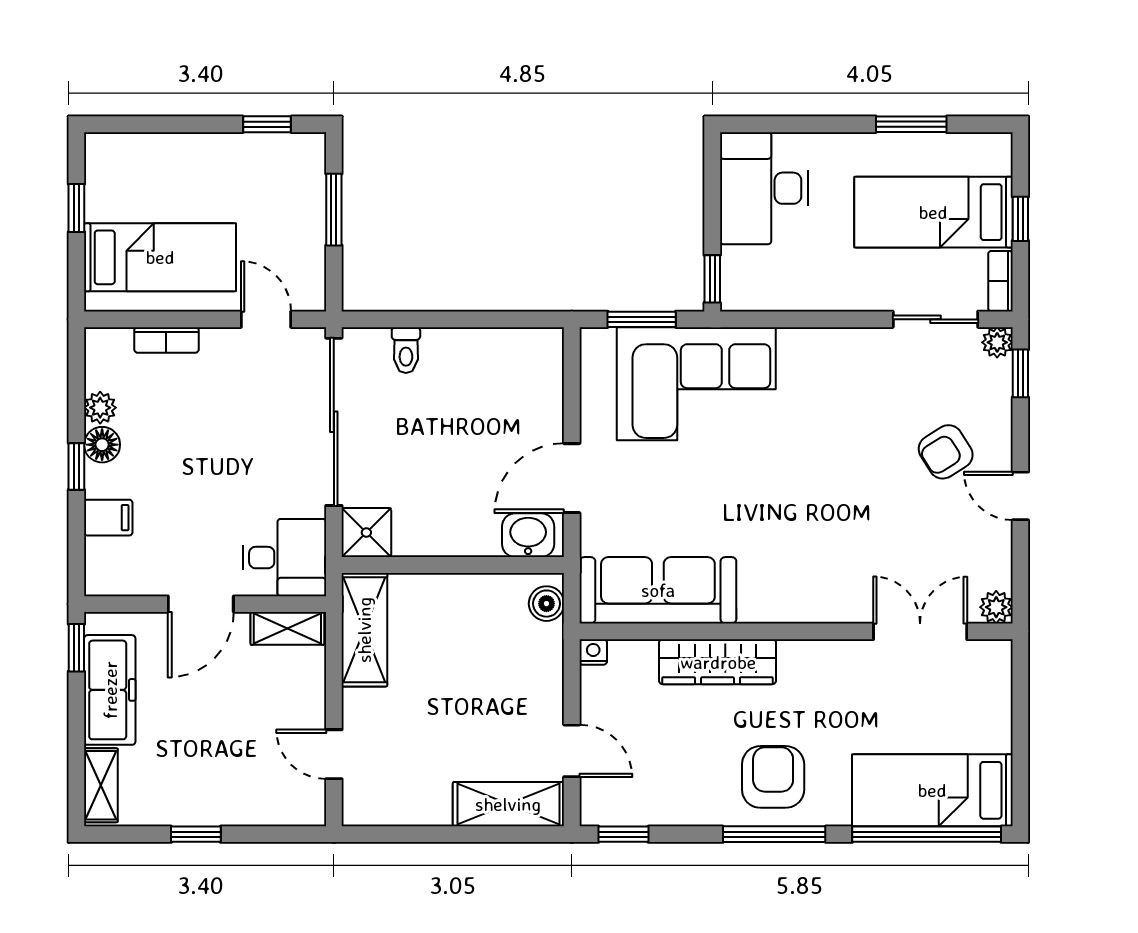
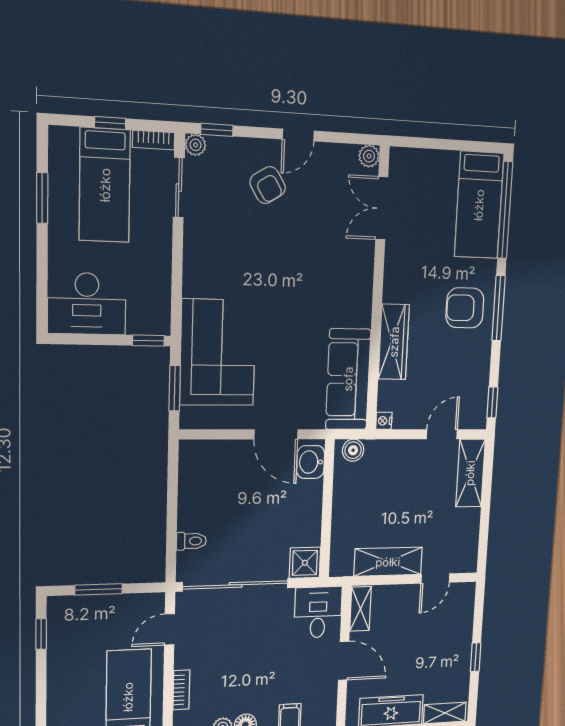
shelving: (364, 630) -> (388, 562), moved

